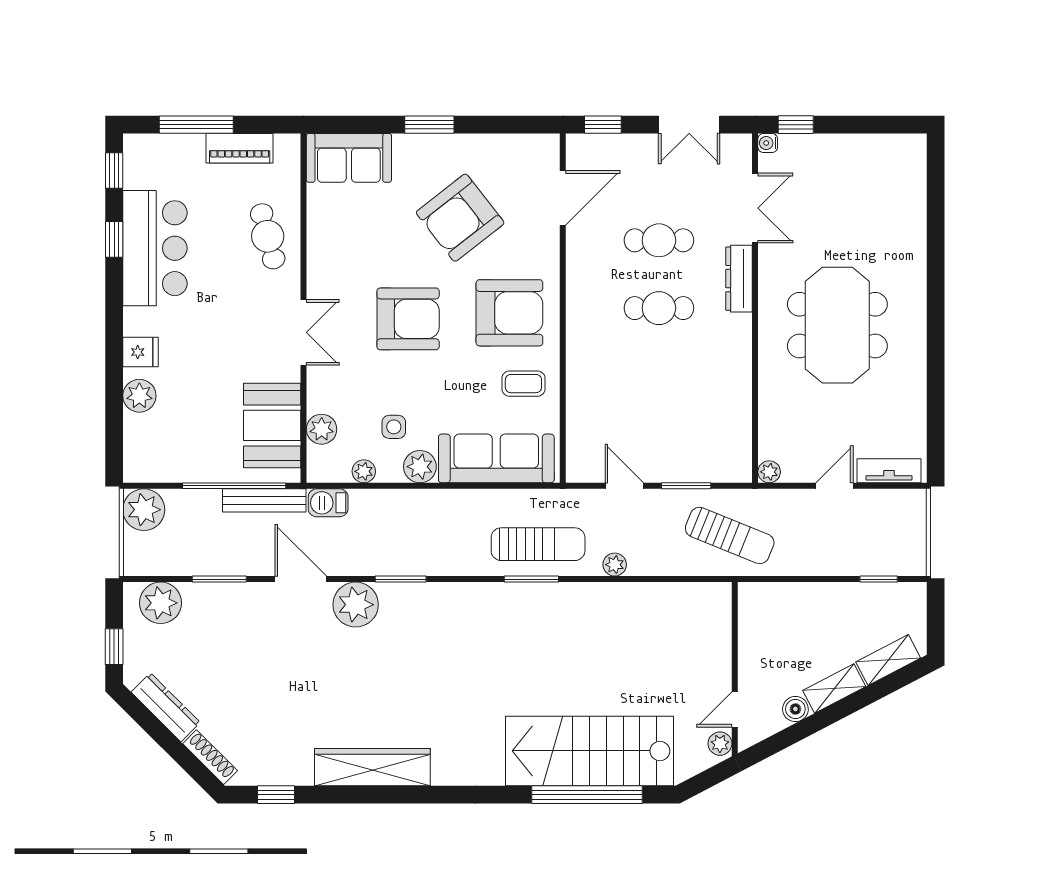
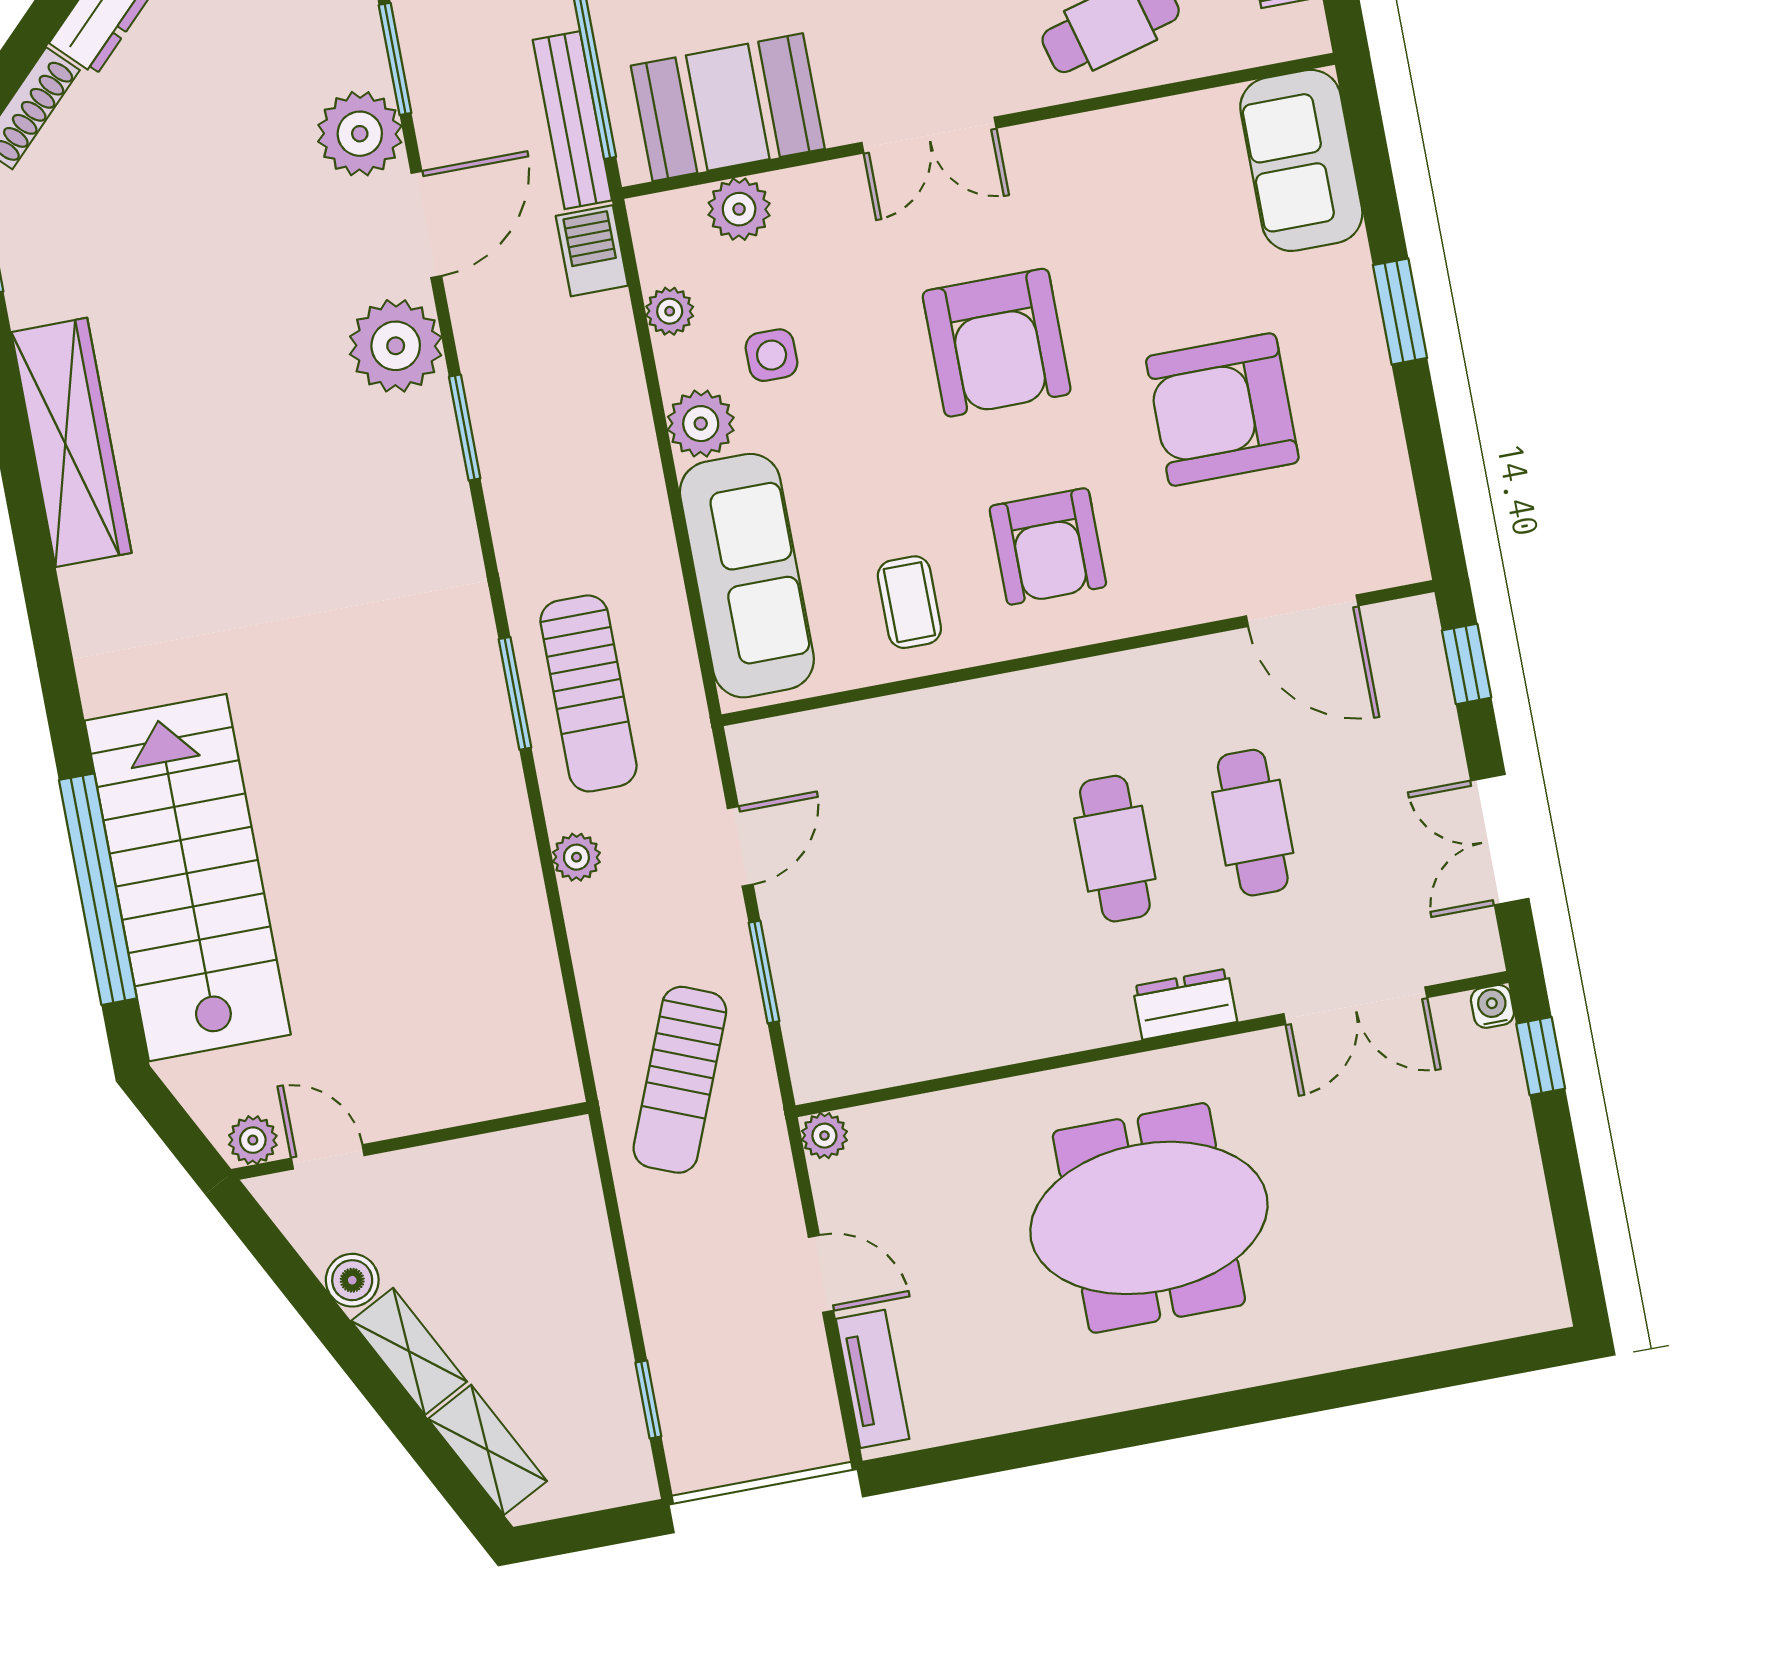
armchair: (460, 218) -> (1222, 410), turned -52
dresser: (739, 279) -> (1185, 1004), width x0.70
armchair: (509, 313) -> (1048, 546), width x0.73, depth x0.73
plant: (252, 603) -> (360, 134), added

